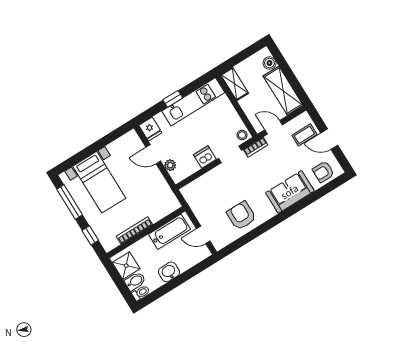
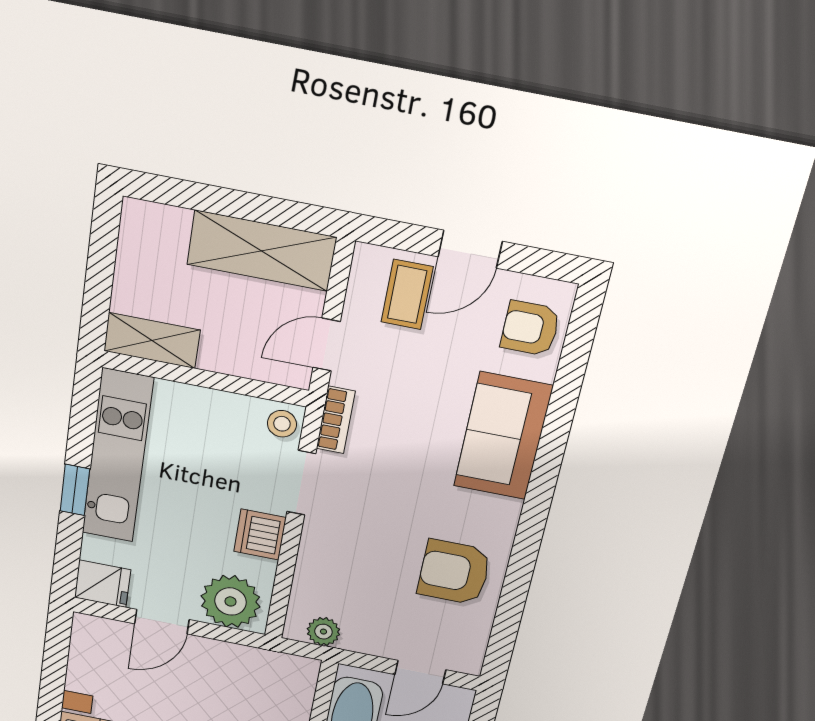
boiler: (269, 63) -> (169, 224), removed
plant: (170, 165) -> (231, 601), width x1.88, depth x1.88
armchair: (323, 172) -> (530, 328), turned 90
plant: (191, 199) -> (323, 632), added

